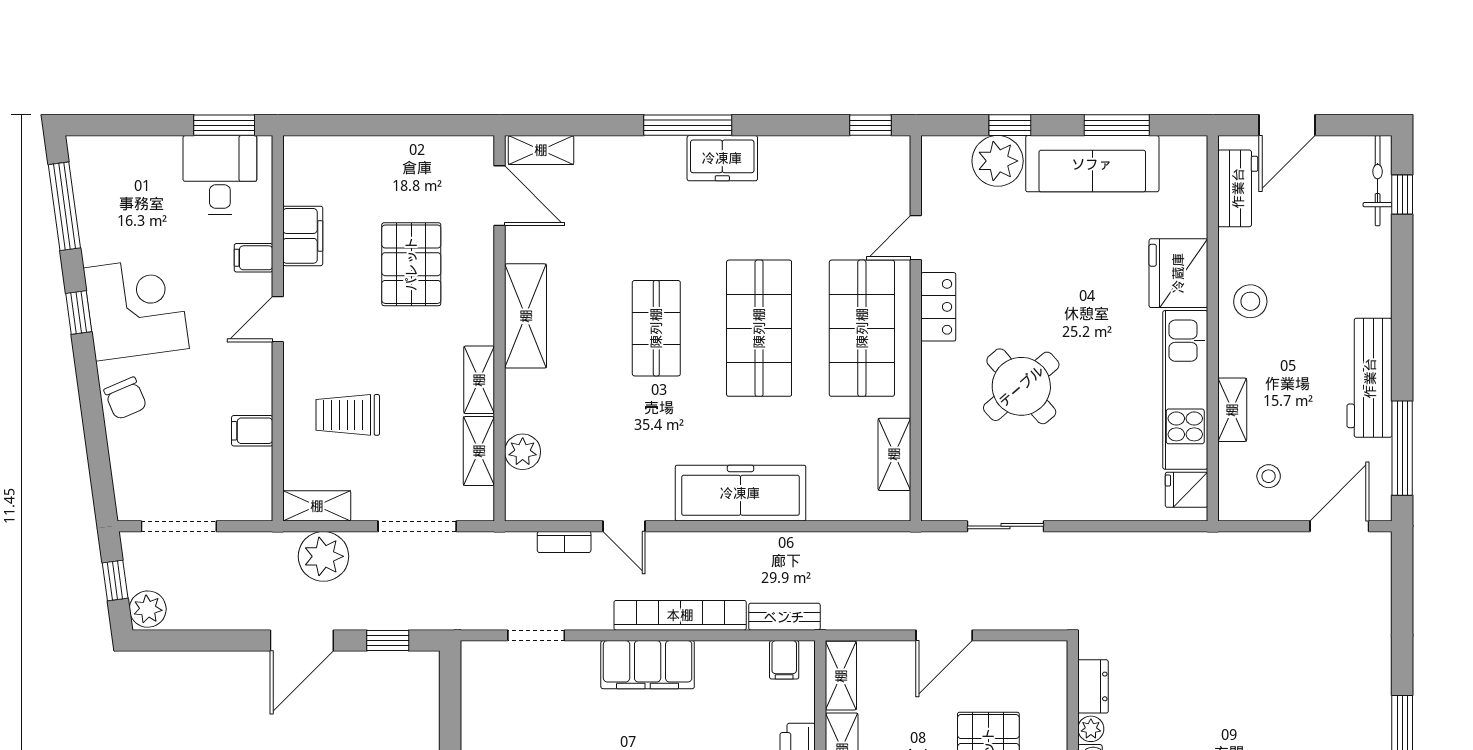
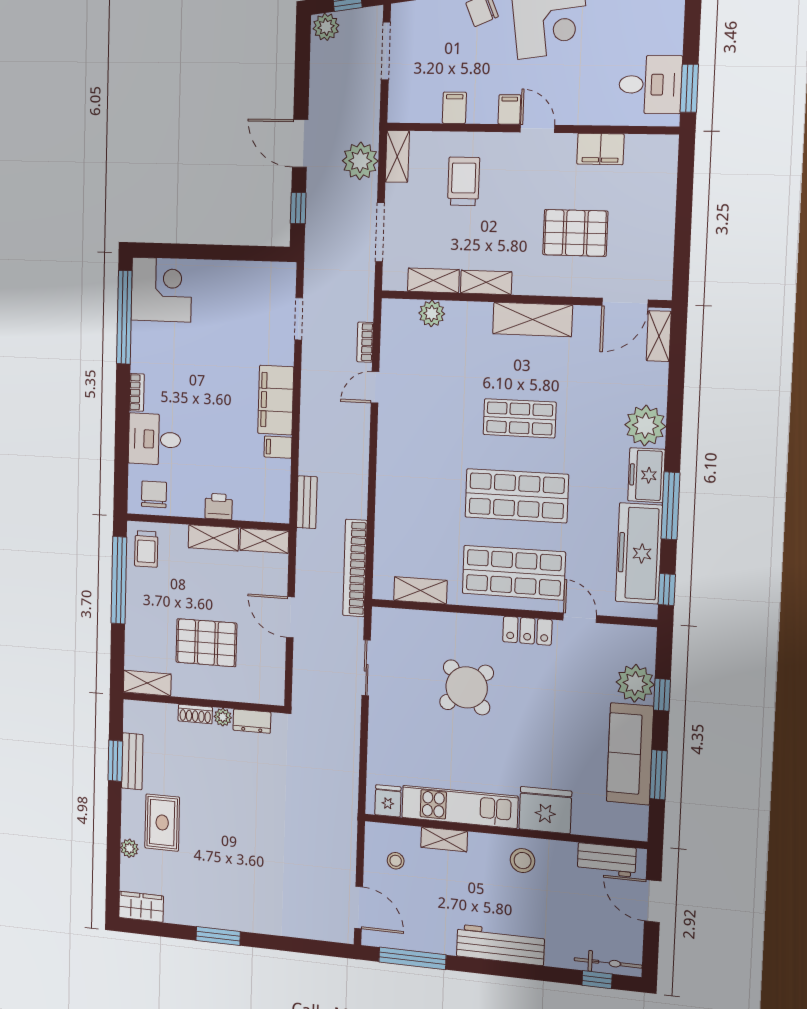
window: (688, 125) -> (671, 506), moved
plant: (658, 162) -> (645, 426), added
filing cabinet: (253, 258) -> (509, 109), moved
workbench: (1370, 378) -> (500, 945), moved
freezer: (740, 493) -> (639, 553), moved, turned 180
bookcase: (680, 615) -> (355, 568), moved, turned 180
filing cabinet: (784, 660) -> (278, 447), moved

